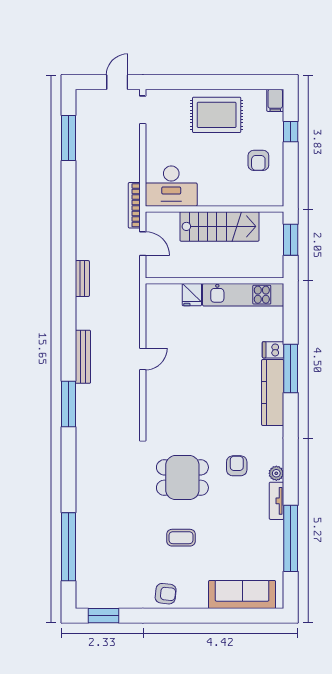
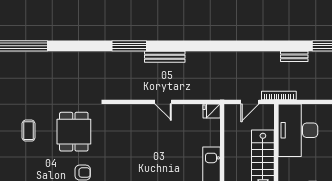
desk: (171, 186) -> (298, 130), width x1.36, depth x1.30
bench: (82, 279) -> (294, 56), moved
fridge: (192, 295) -> (212, 111), moved

